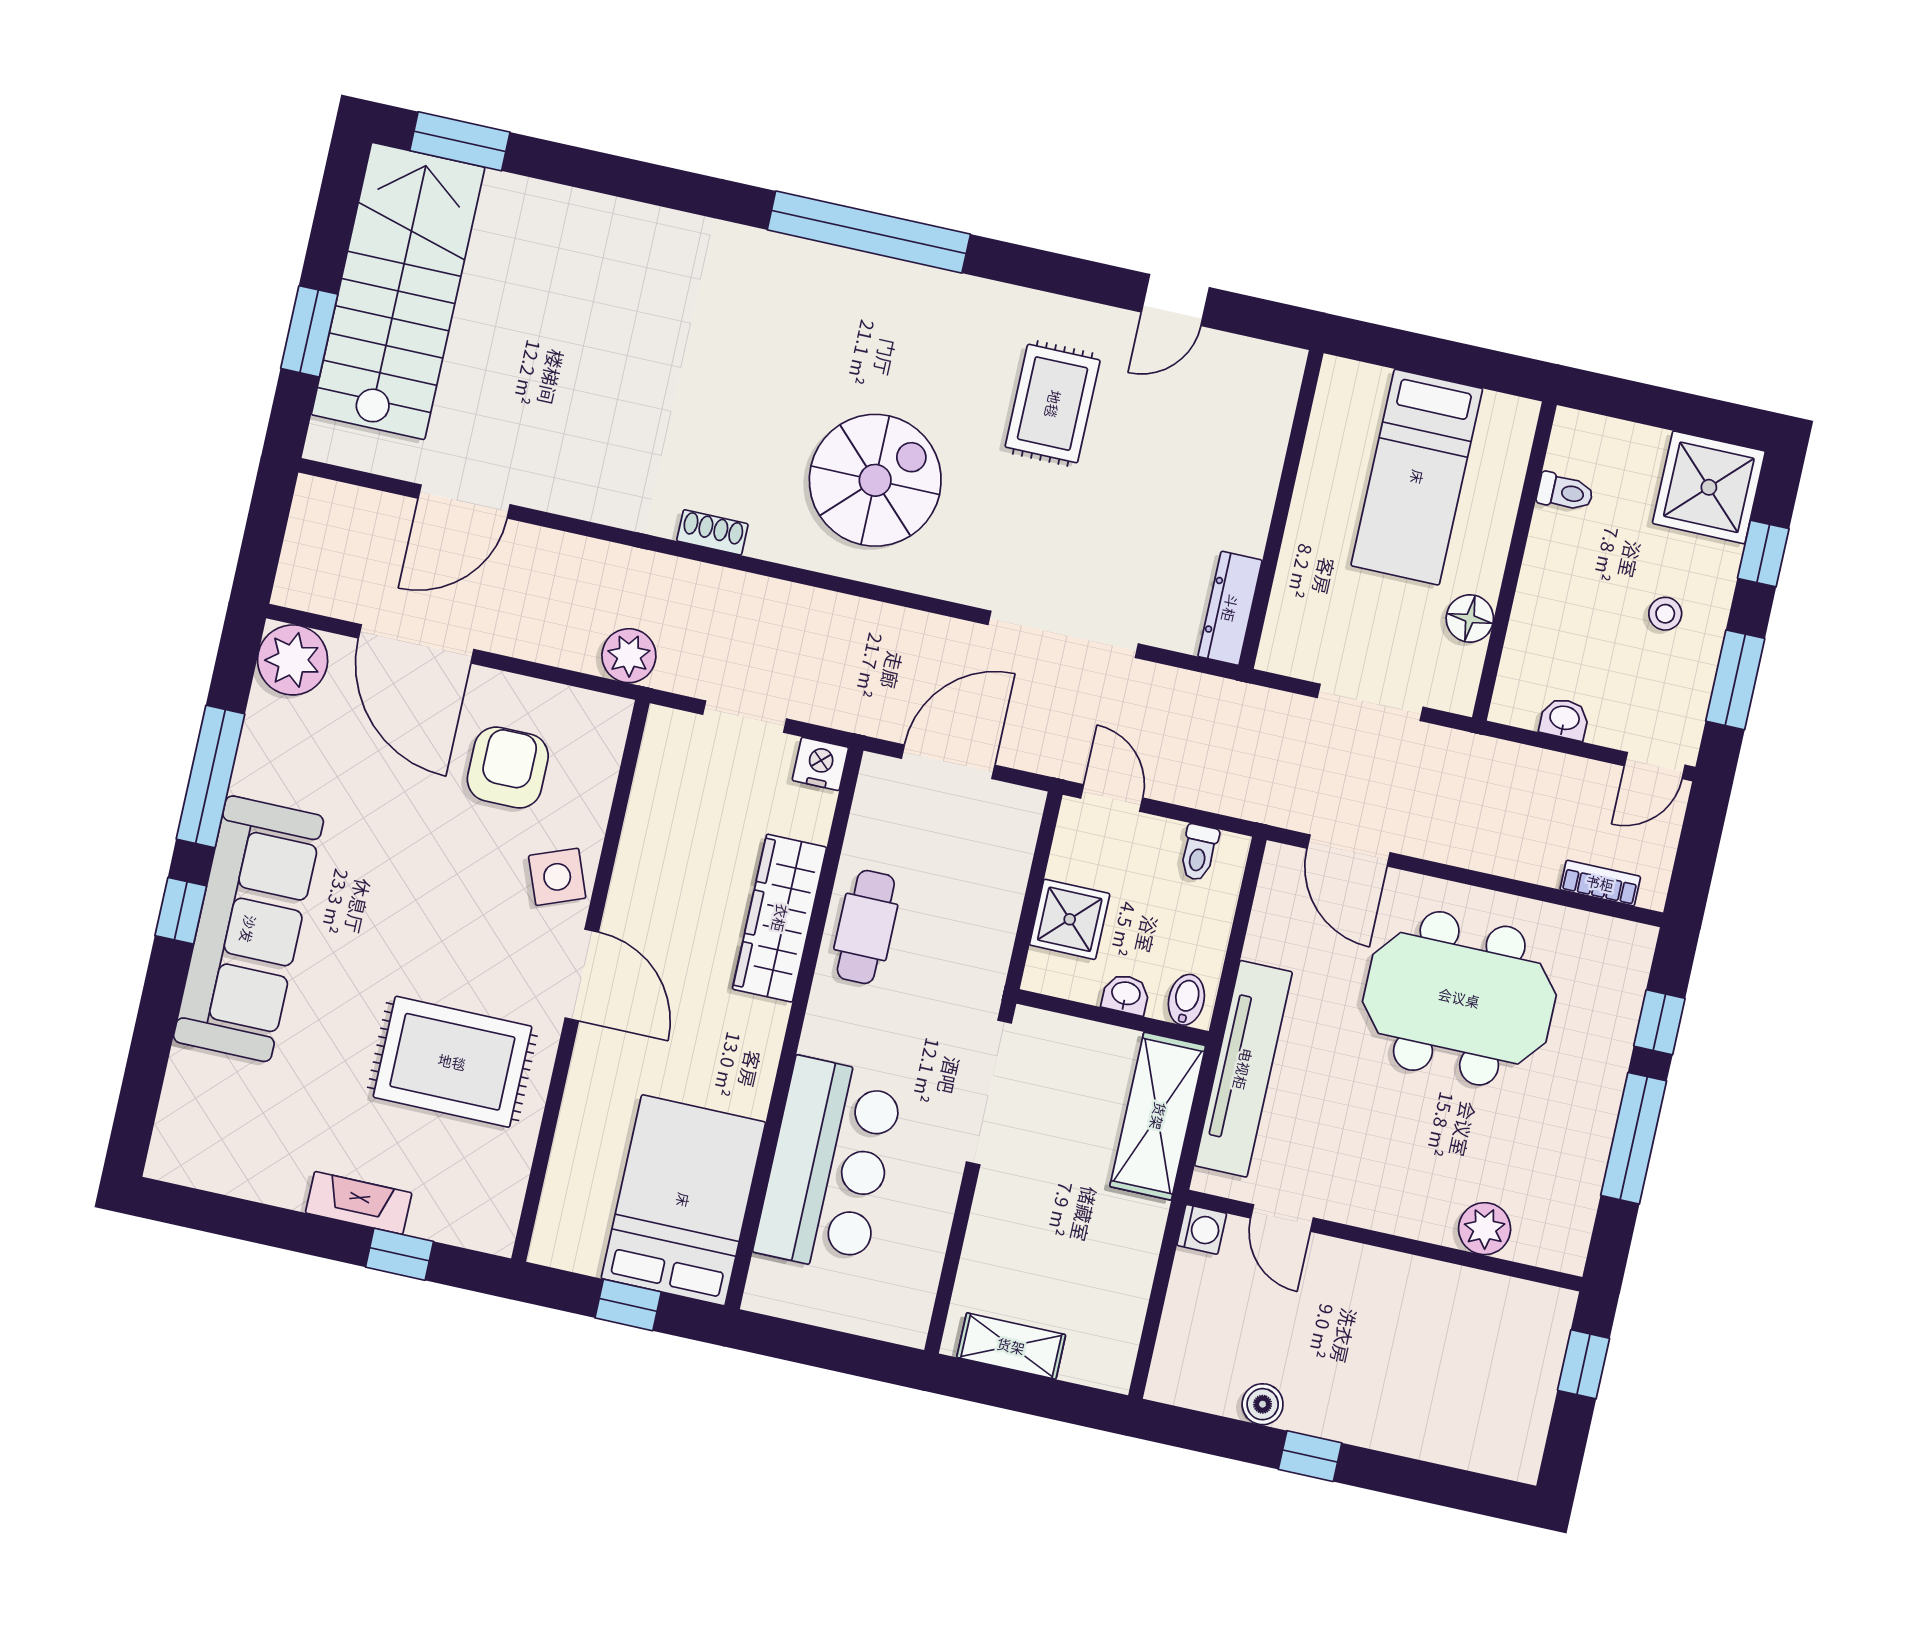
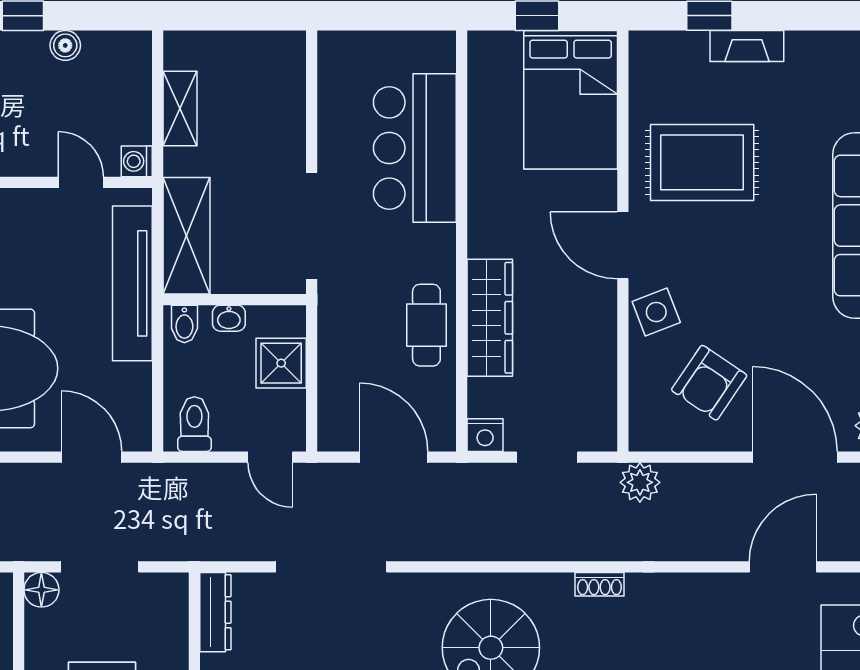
floor lamp: (1470, 618) -> (41, 590), moved
door: (948, 762) -> (394, 457), swing flipped
armchair: (508, 768) -> (709, 383), turned 34
toilet: (1199, 853) -> (194, 424), width x1.37, depth x1.39
bed: (683, 1200) -> (571, 100), moved
shelving: (1011, 1346) -> (180, 108), moved, turned 90

